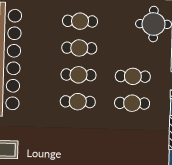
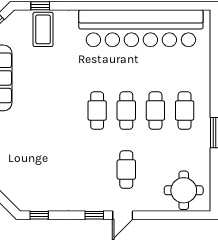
cafe table: (132, 103) -> (97, 169), removed

